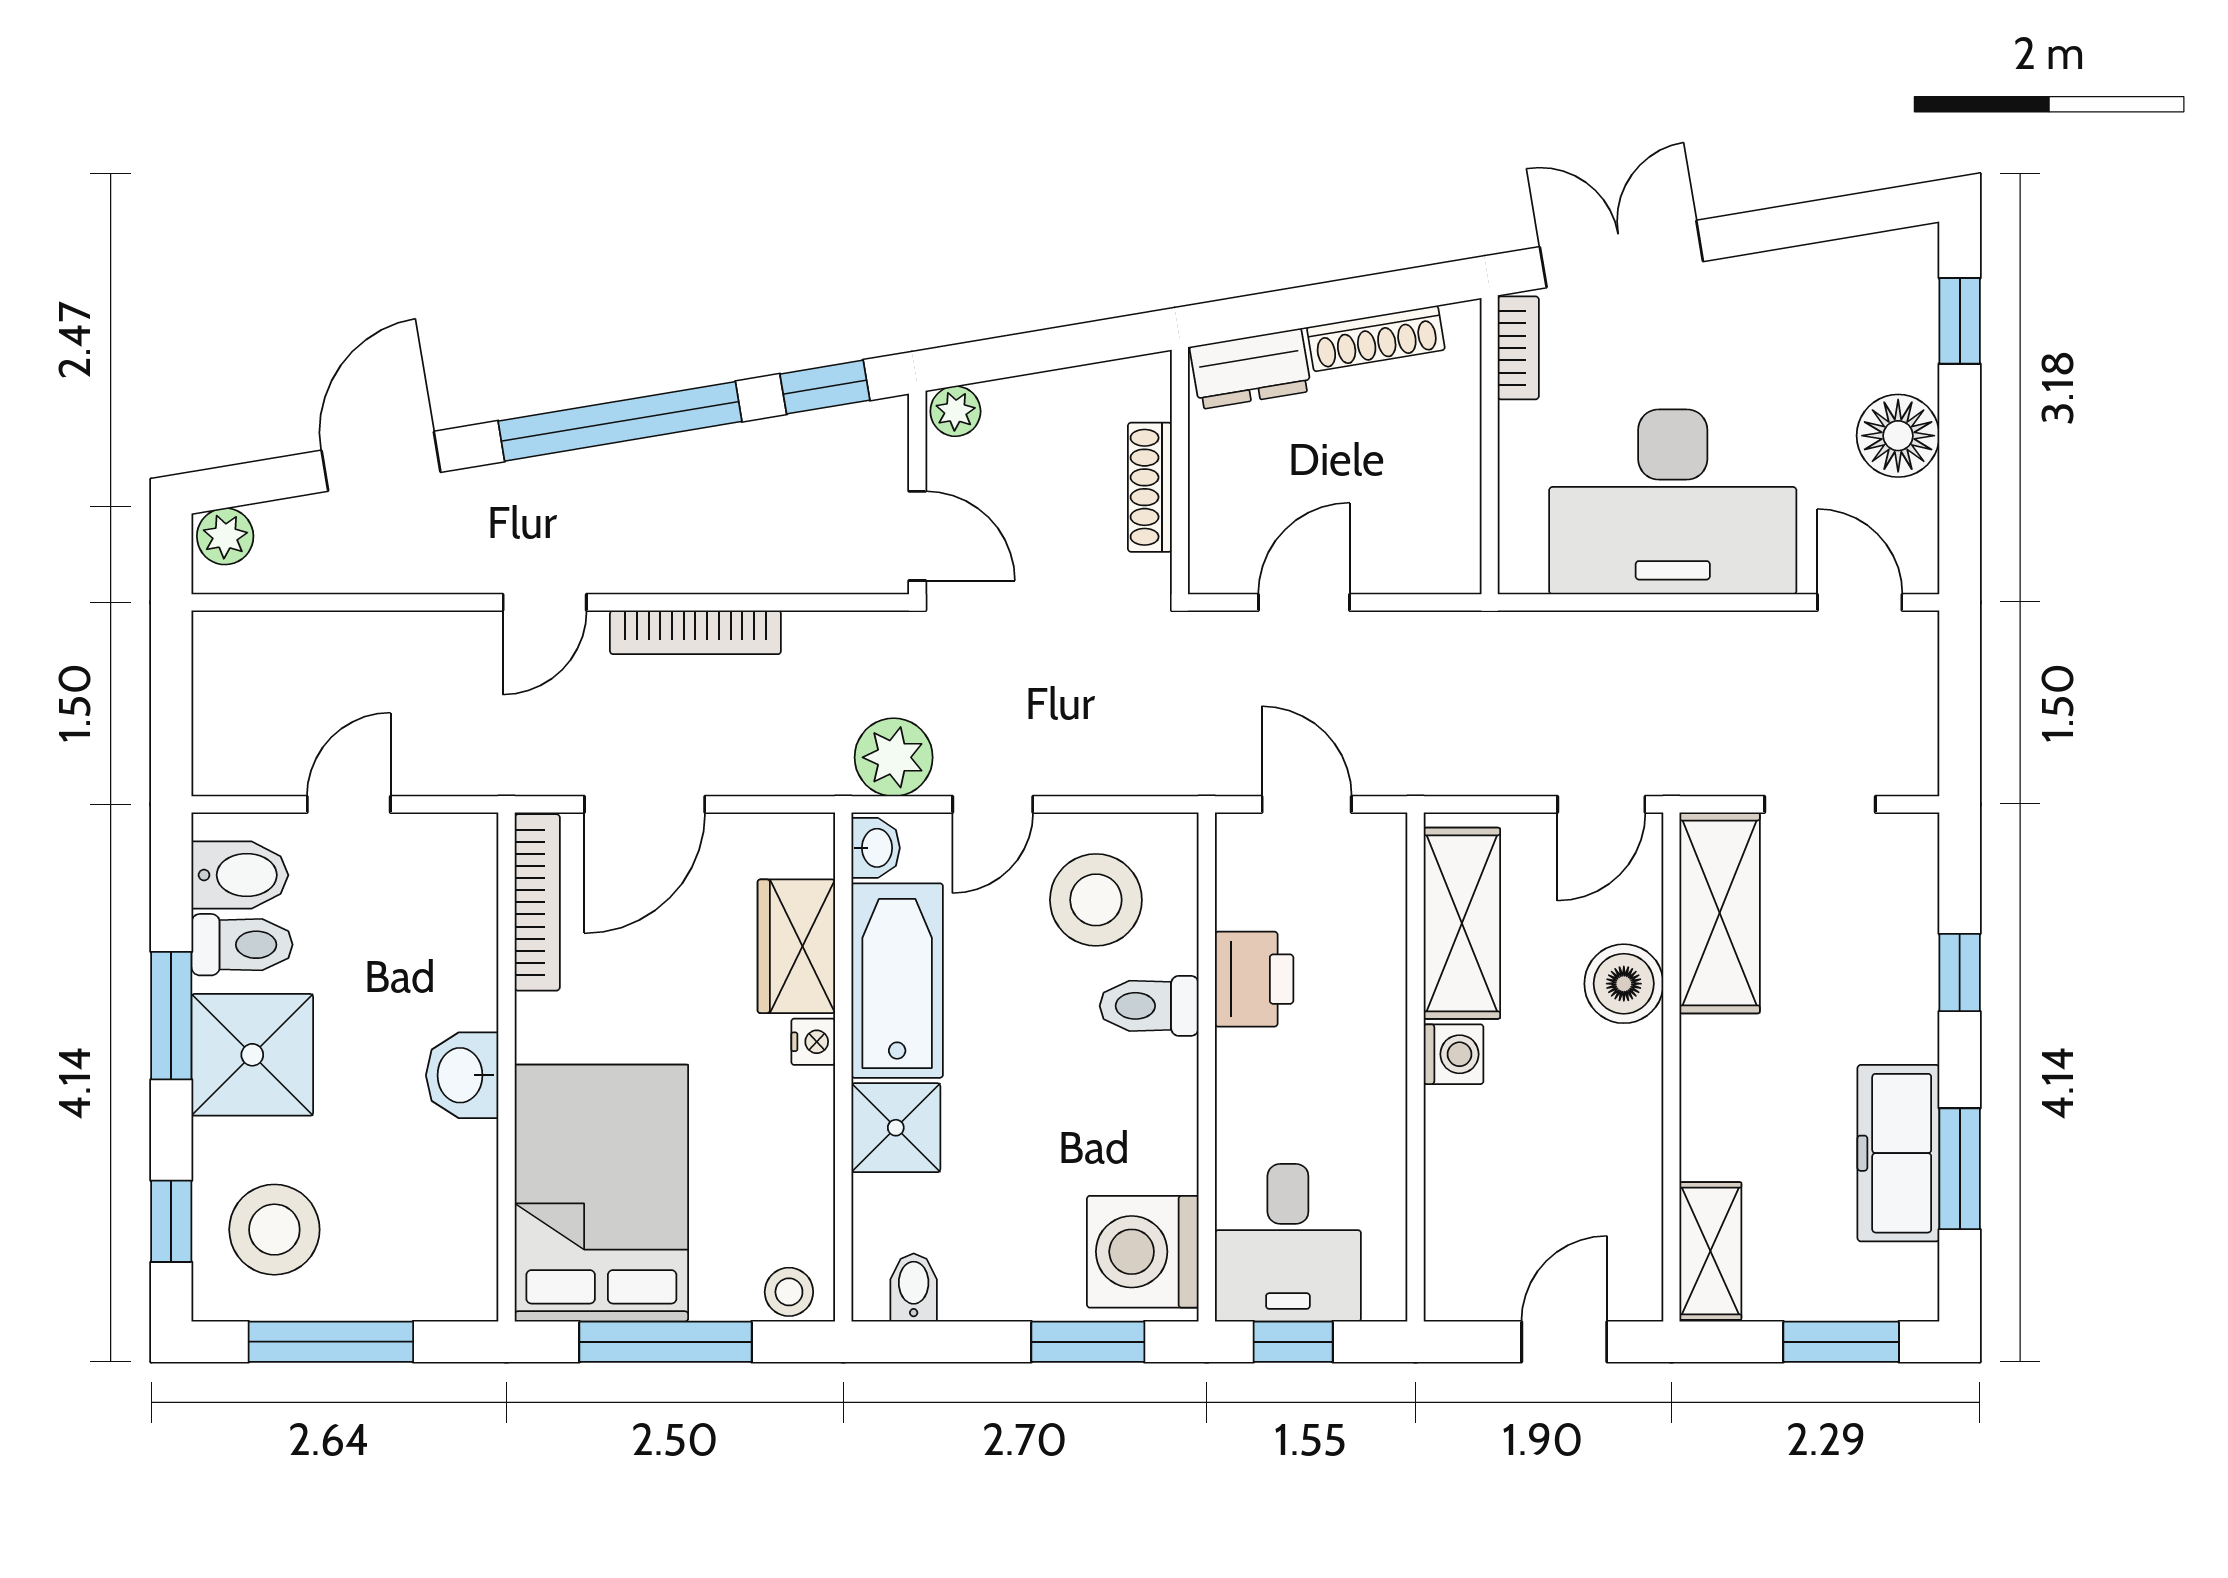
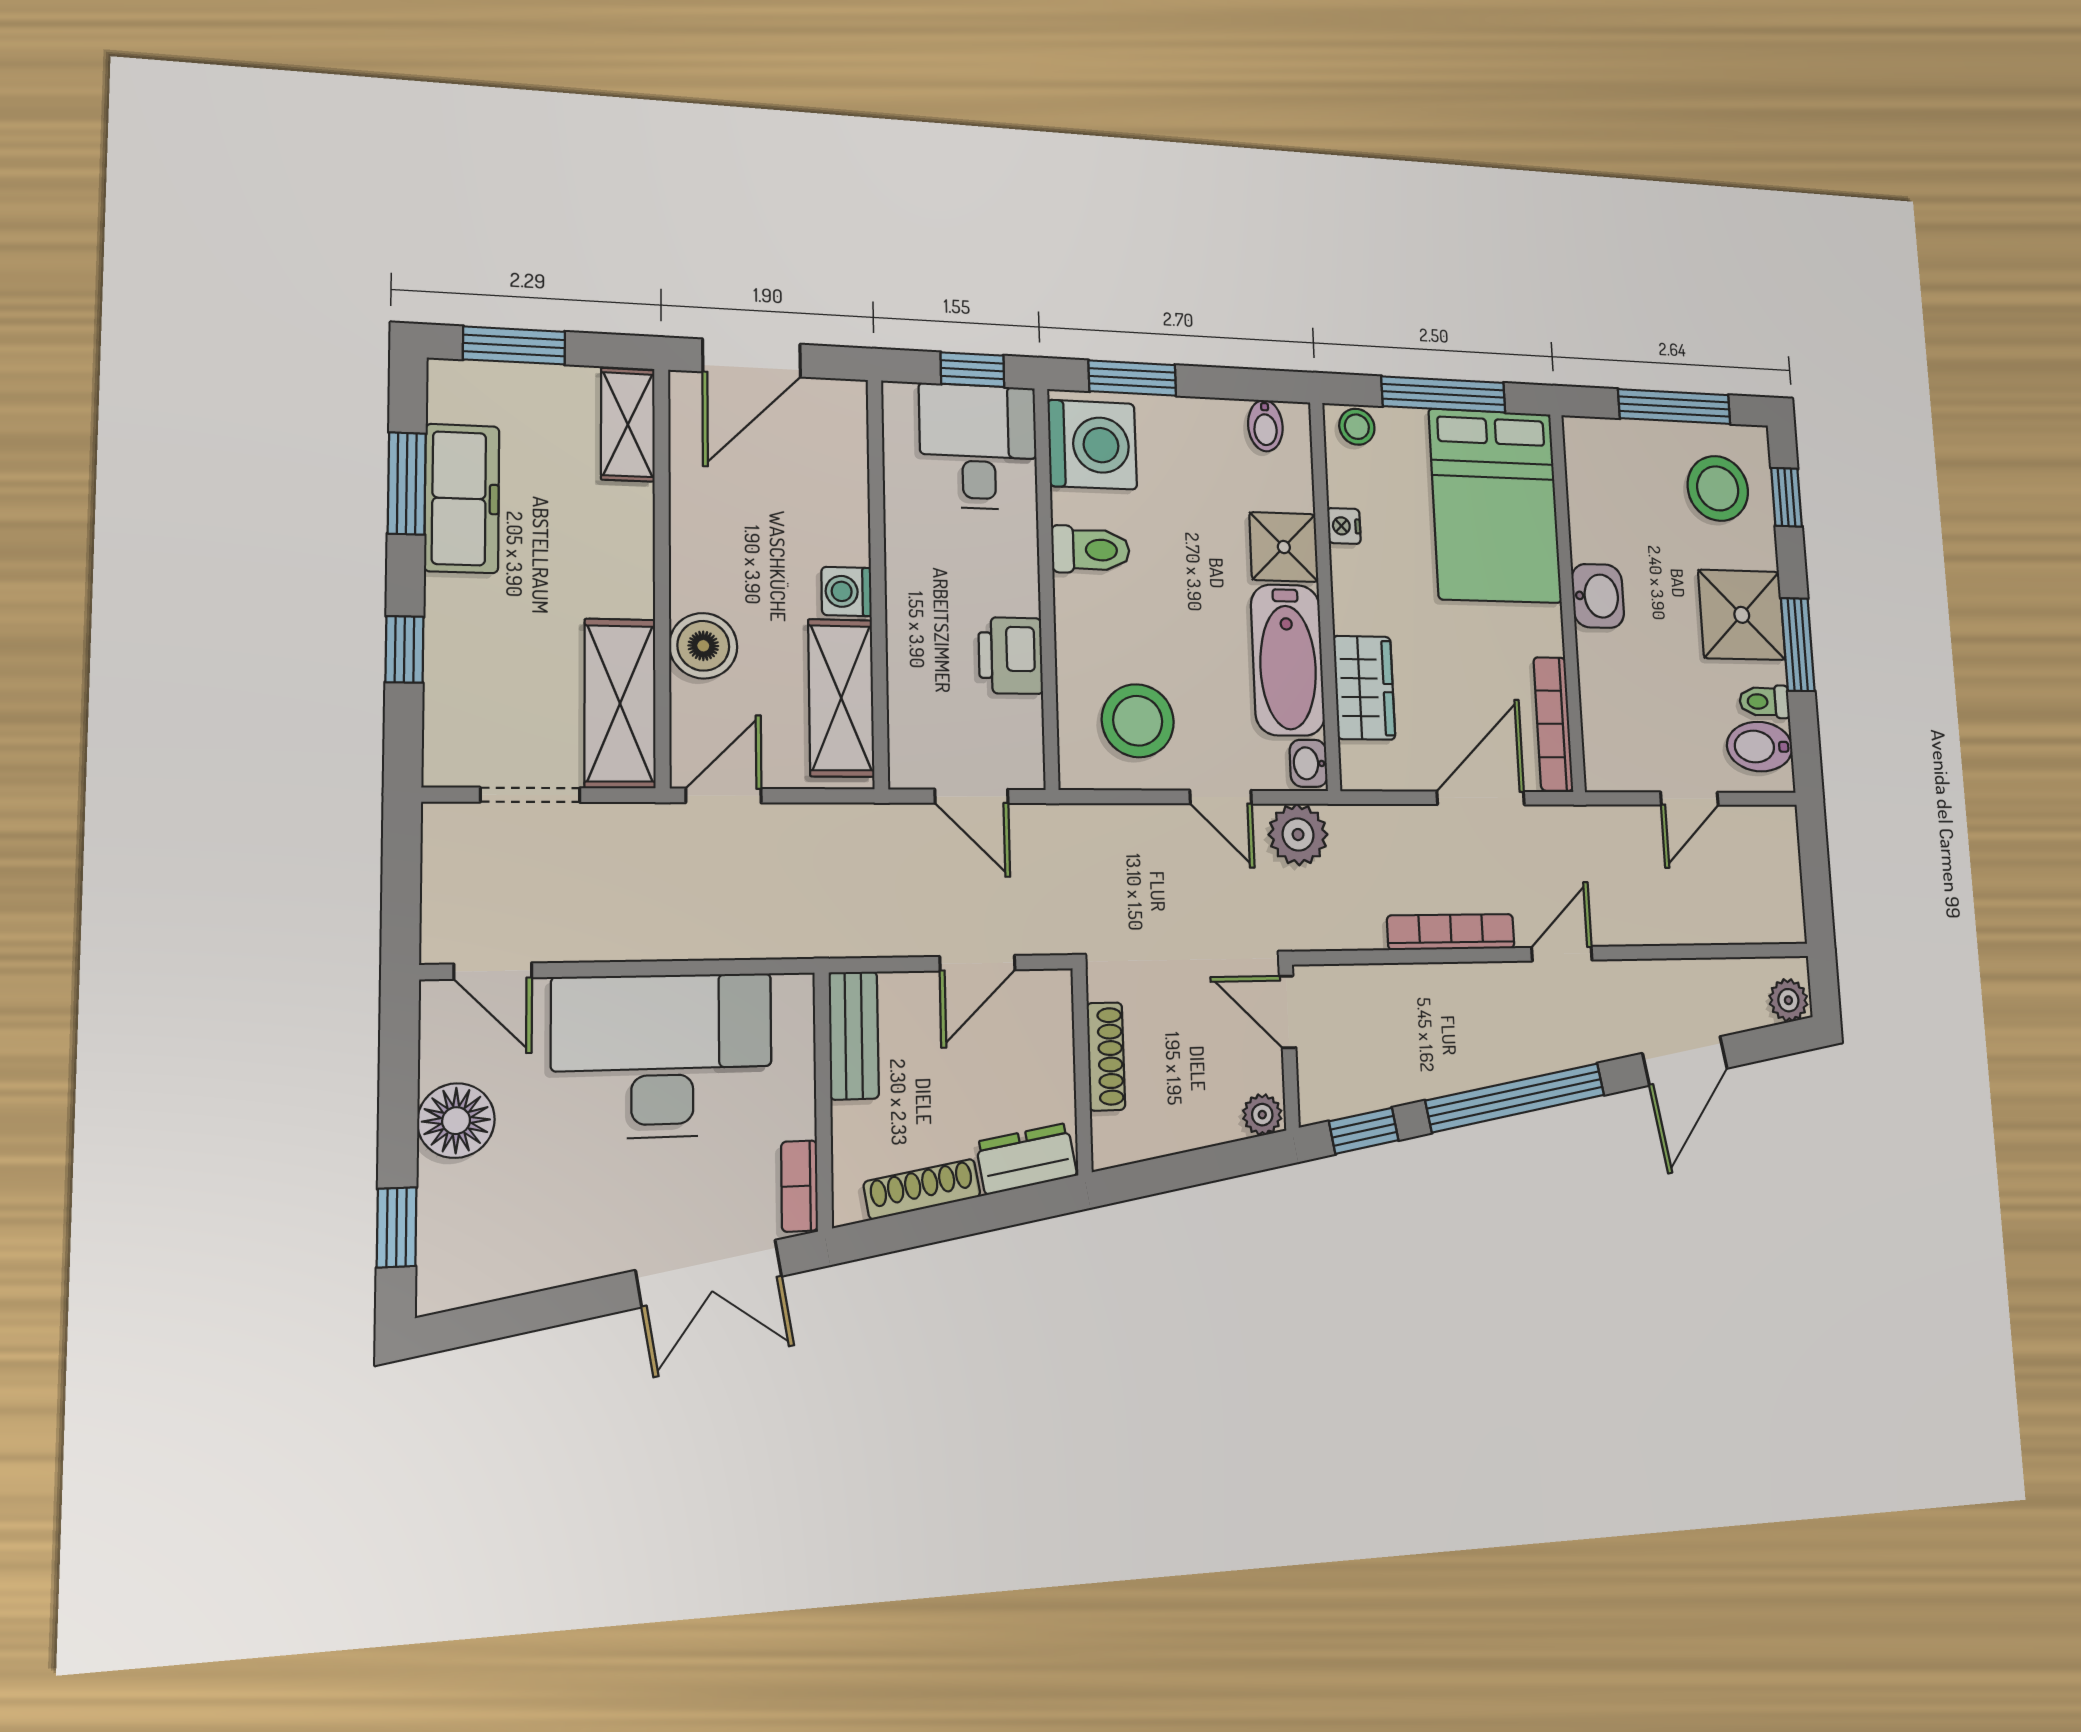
bench: (1453, 520) -> (854, 1035), added
door: (993, 804) -> (1221, 797), swing flipped
toilet: (242, 945) -> (1764, 702), width x0.73, depth x0.72
toilet: (1149, 1006) -> (1091, 550), moved
nightstand: (813, 1042) -> (1344, 526), moved
door: (1564, 1342) -> (752, 358), width x1.38

